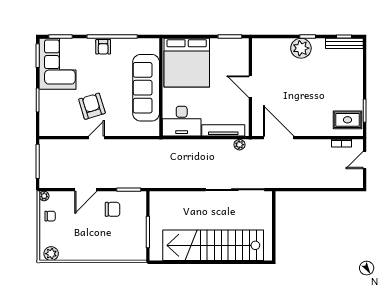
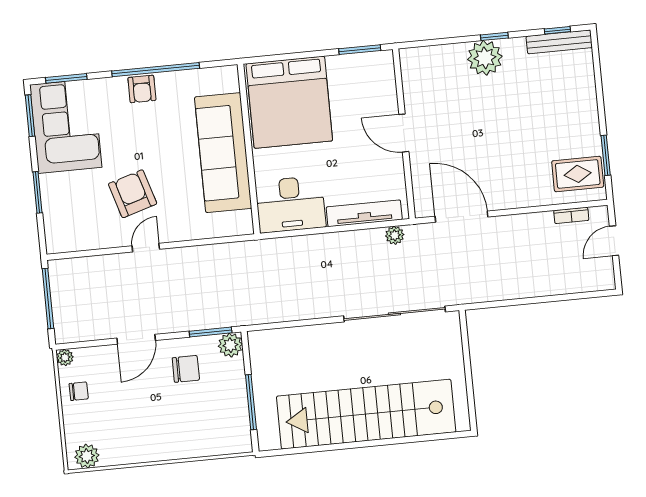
plant: (139, 198) -> (230, 345), added

